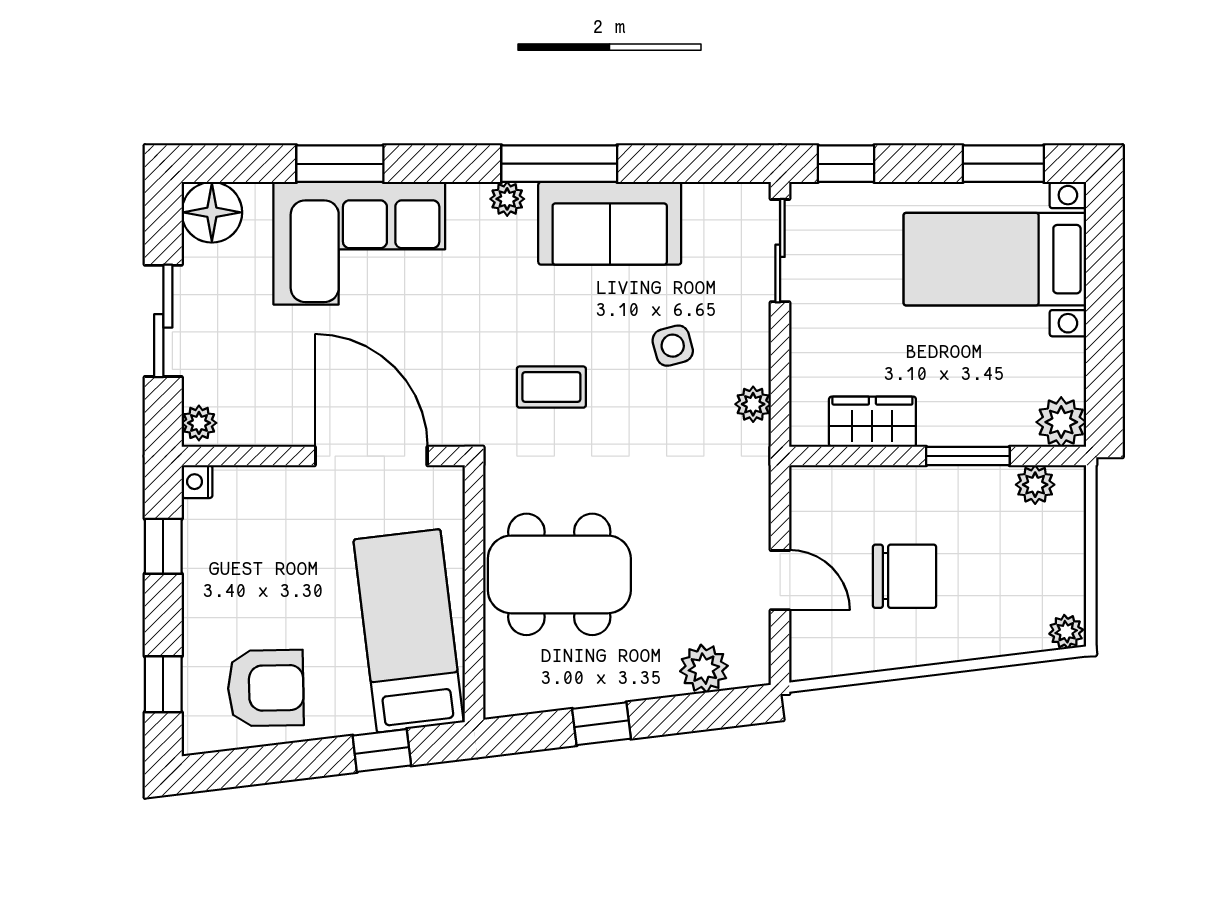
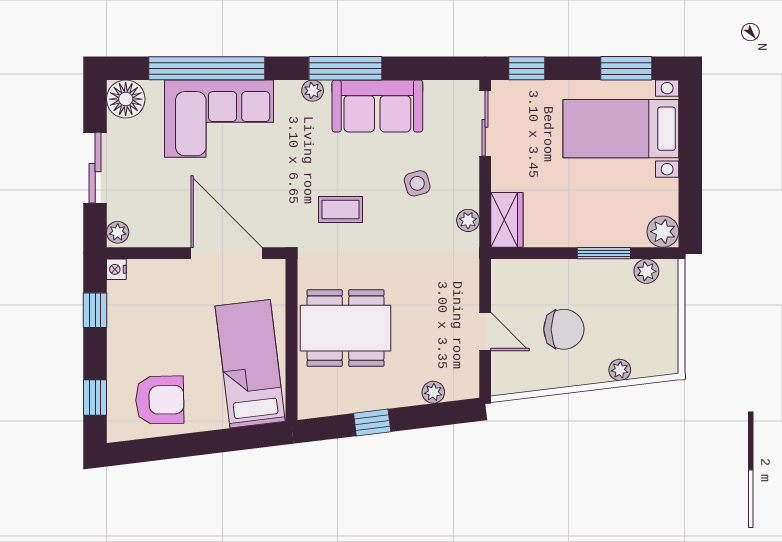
window: (340, 164) -> (207, 68), width x2.11
wardrobe: (872, 422) -> (507, 220), moved, turned 90
plant: (1066, 632) -> (620, 370), moved
plant: (704, 669) -> (433, 392), width x0.73, depth x0.73
window: (382, 751) -> (233, 439), removed

